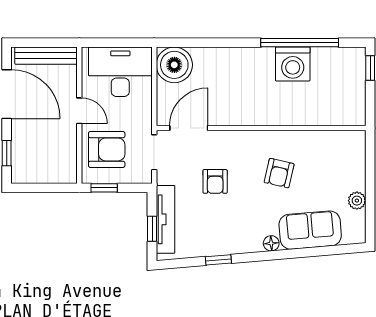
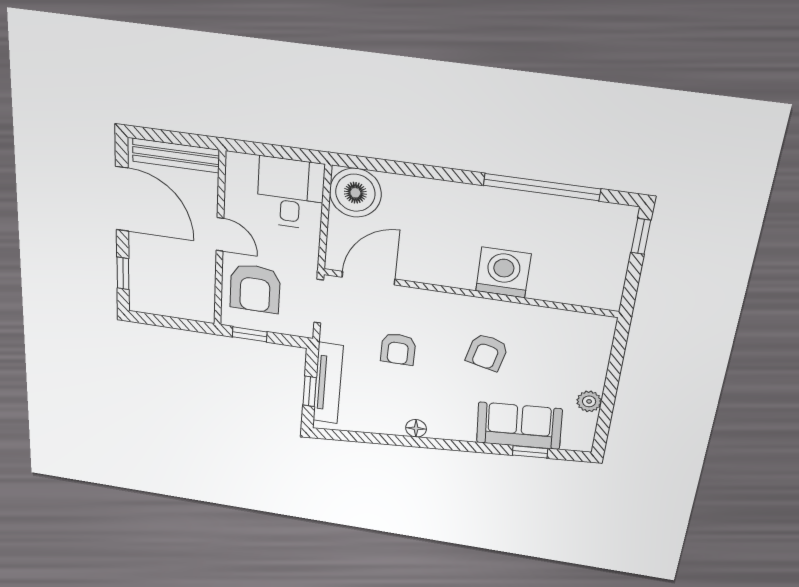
washing machine: (293, 64) -> (503, 273), moved, turned 180
desk: (120, 72) -> (291, 193), width x0.73
armchair: (107, 149) -> (255, 288), turned 90
floor lamp: (271, 243) -> (416, 428), moved
window: (218, 260) -> (530, 452), moved

